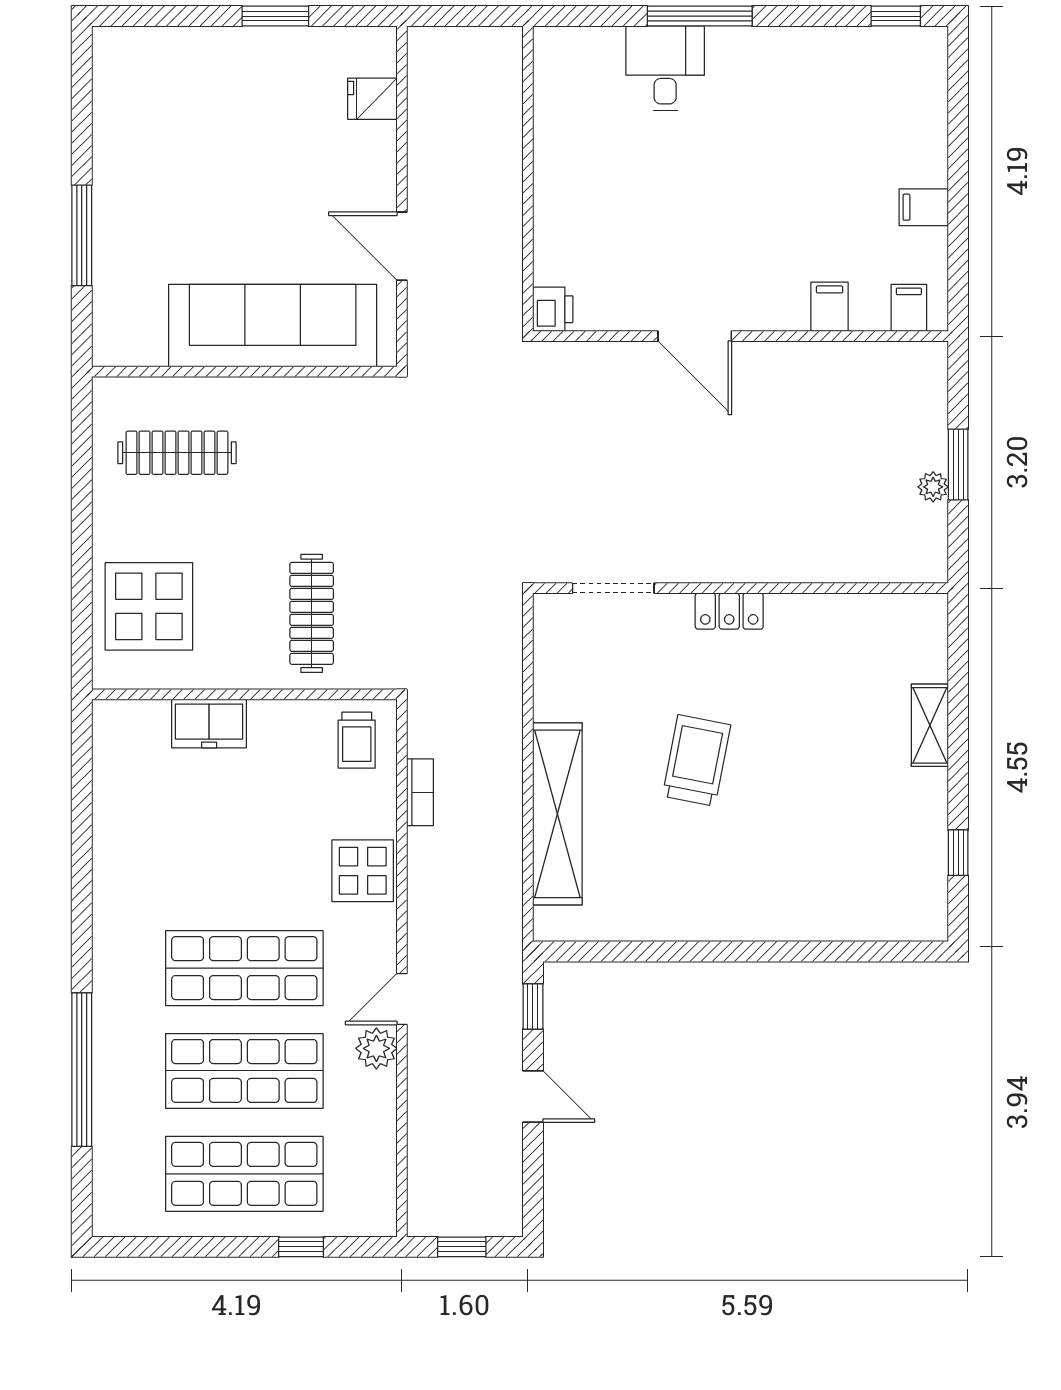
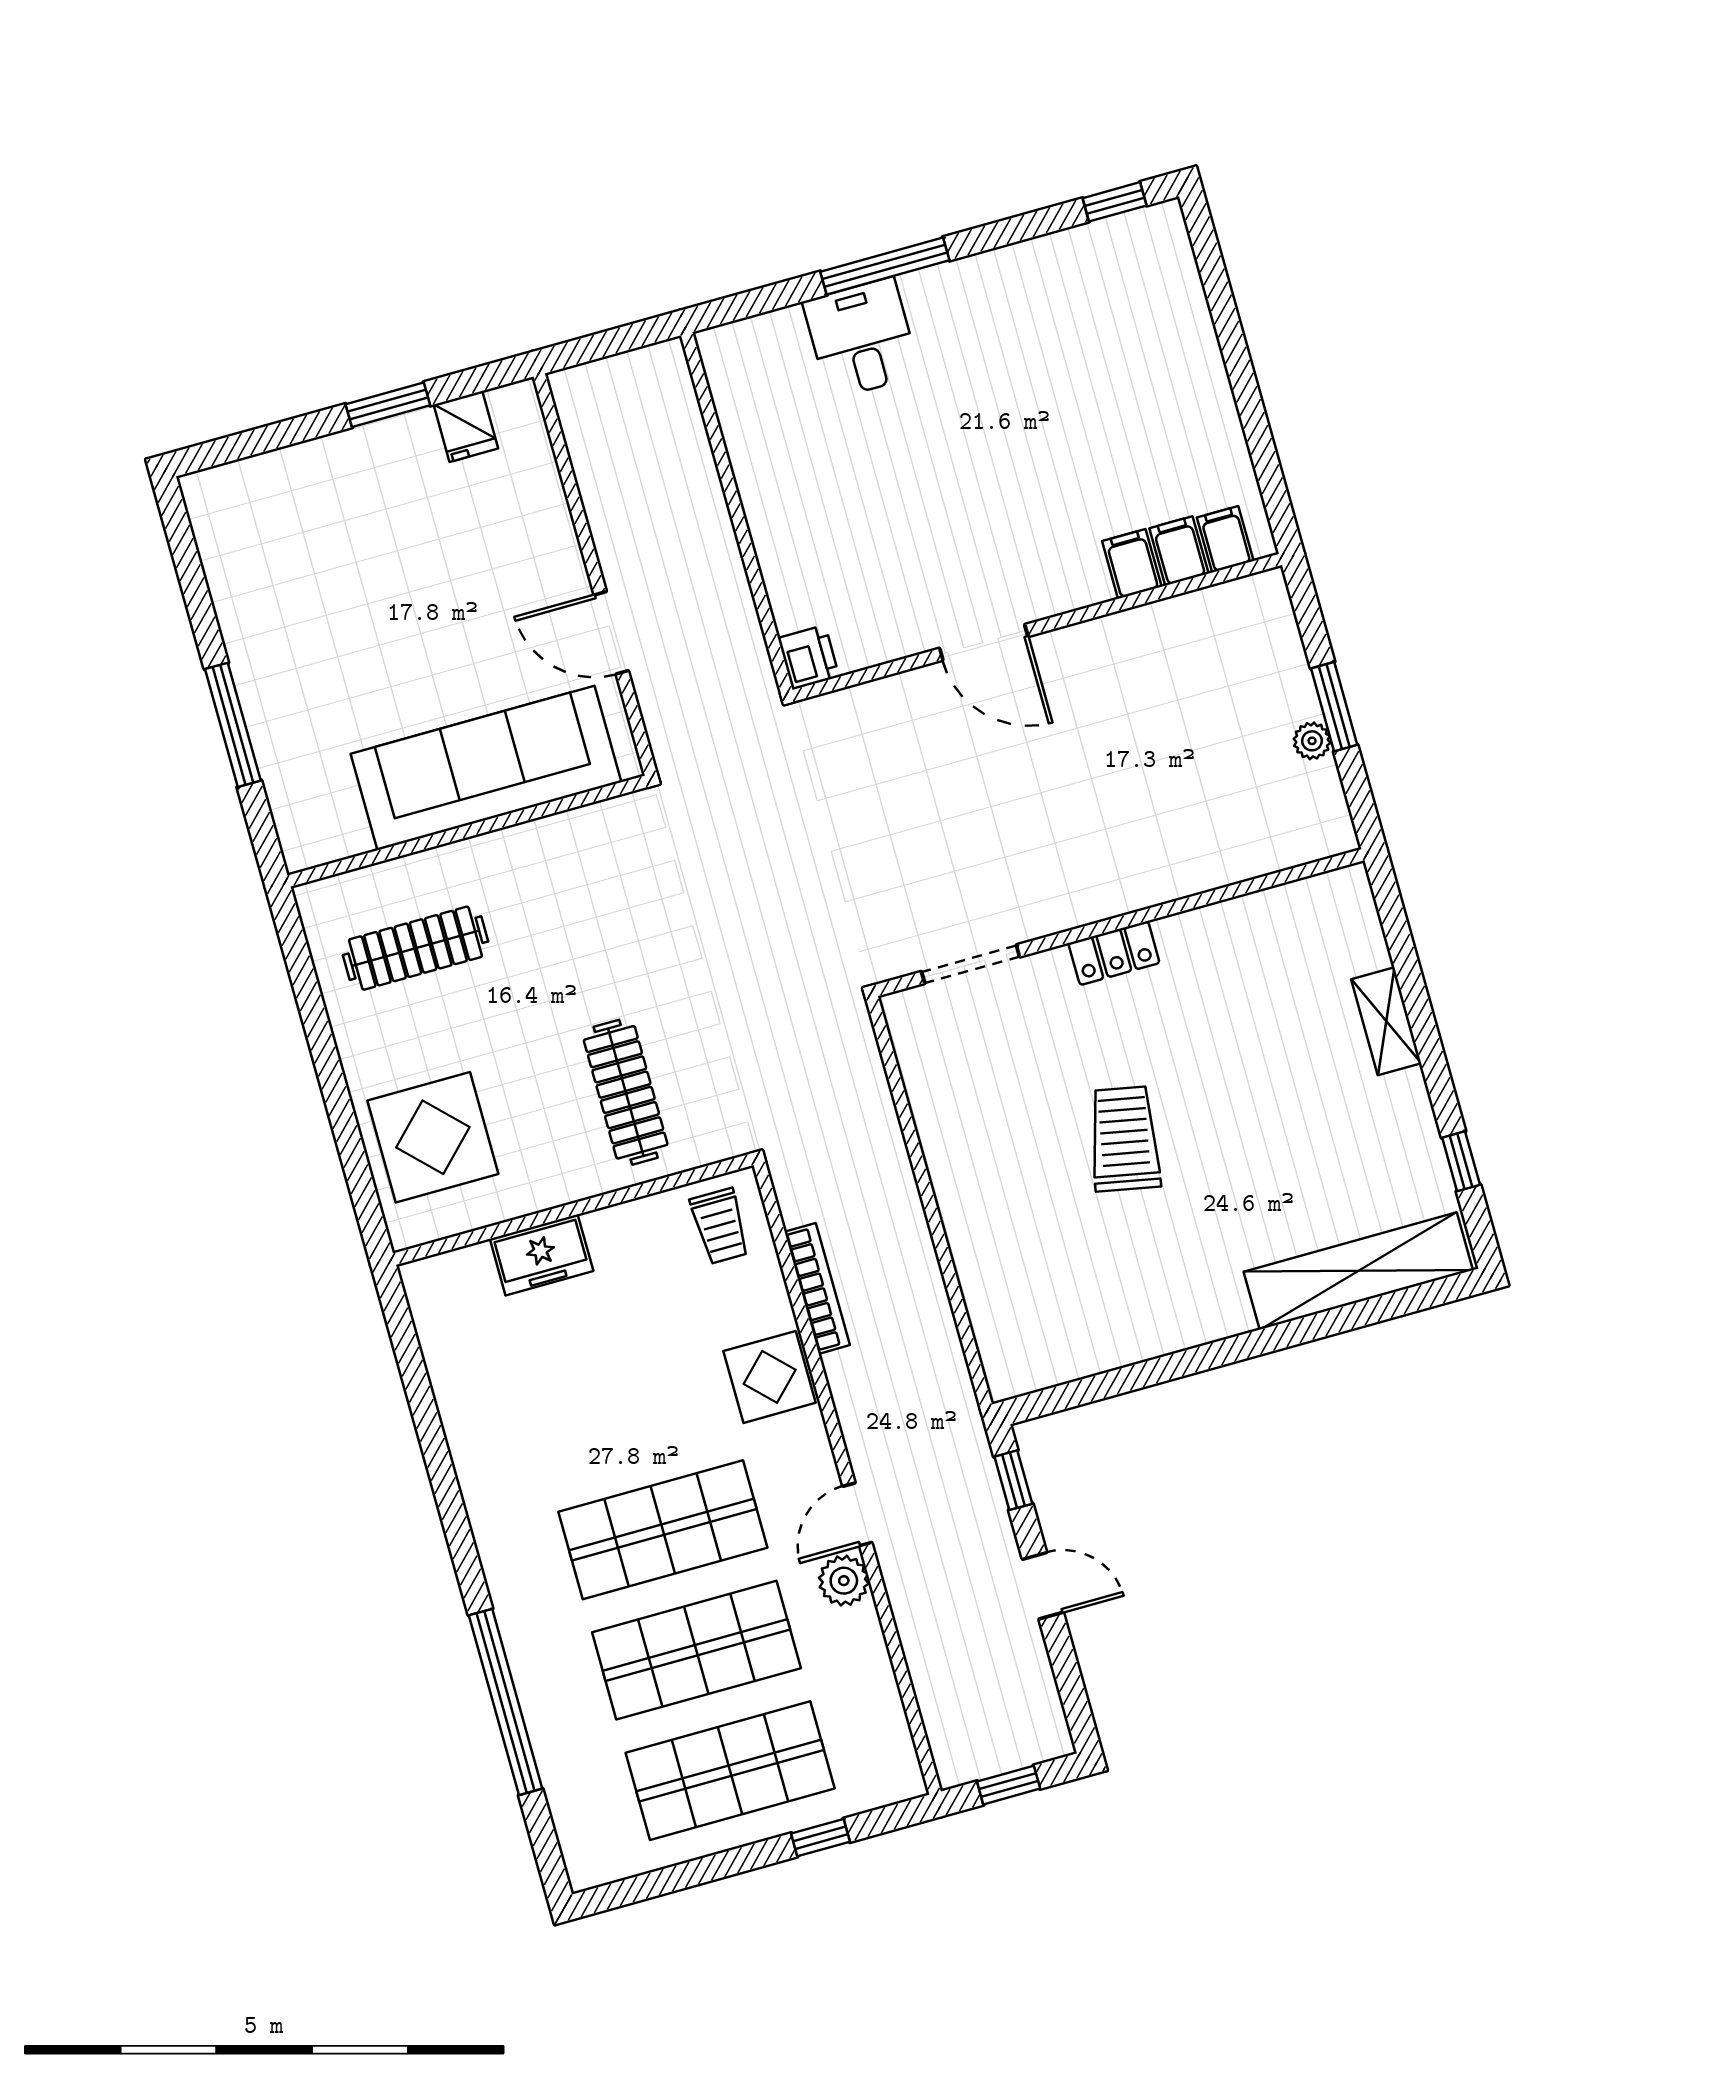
fridge: (372, 99) -> (466, 426), moved, turned -90
filing cabinet: (924, 207) -> (1179, 551), moved, turned 90
bookcase: (420, 792) -> (817, 1288), width x1.56
shelving: (557, 814) -> (1358, 1271), moved, turned 90

